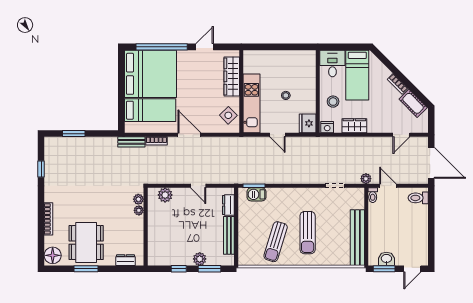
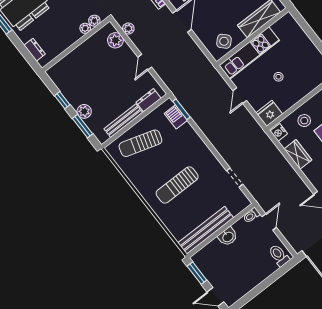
plant: (366, 179) -> (128, 29), moved
sun lounger: (276, 242) -> (140, 143), moved
washbasin: (386, 259) -> (228, 237), moved, turned 90

